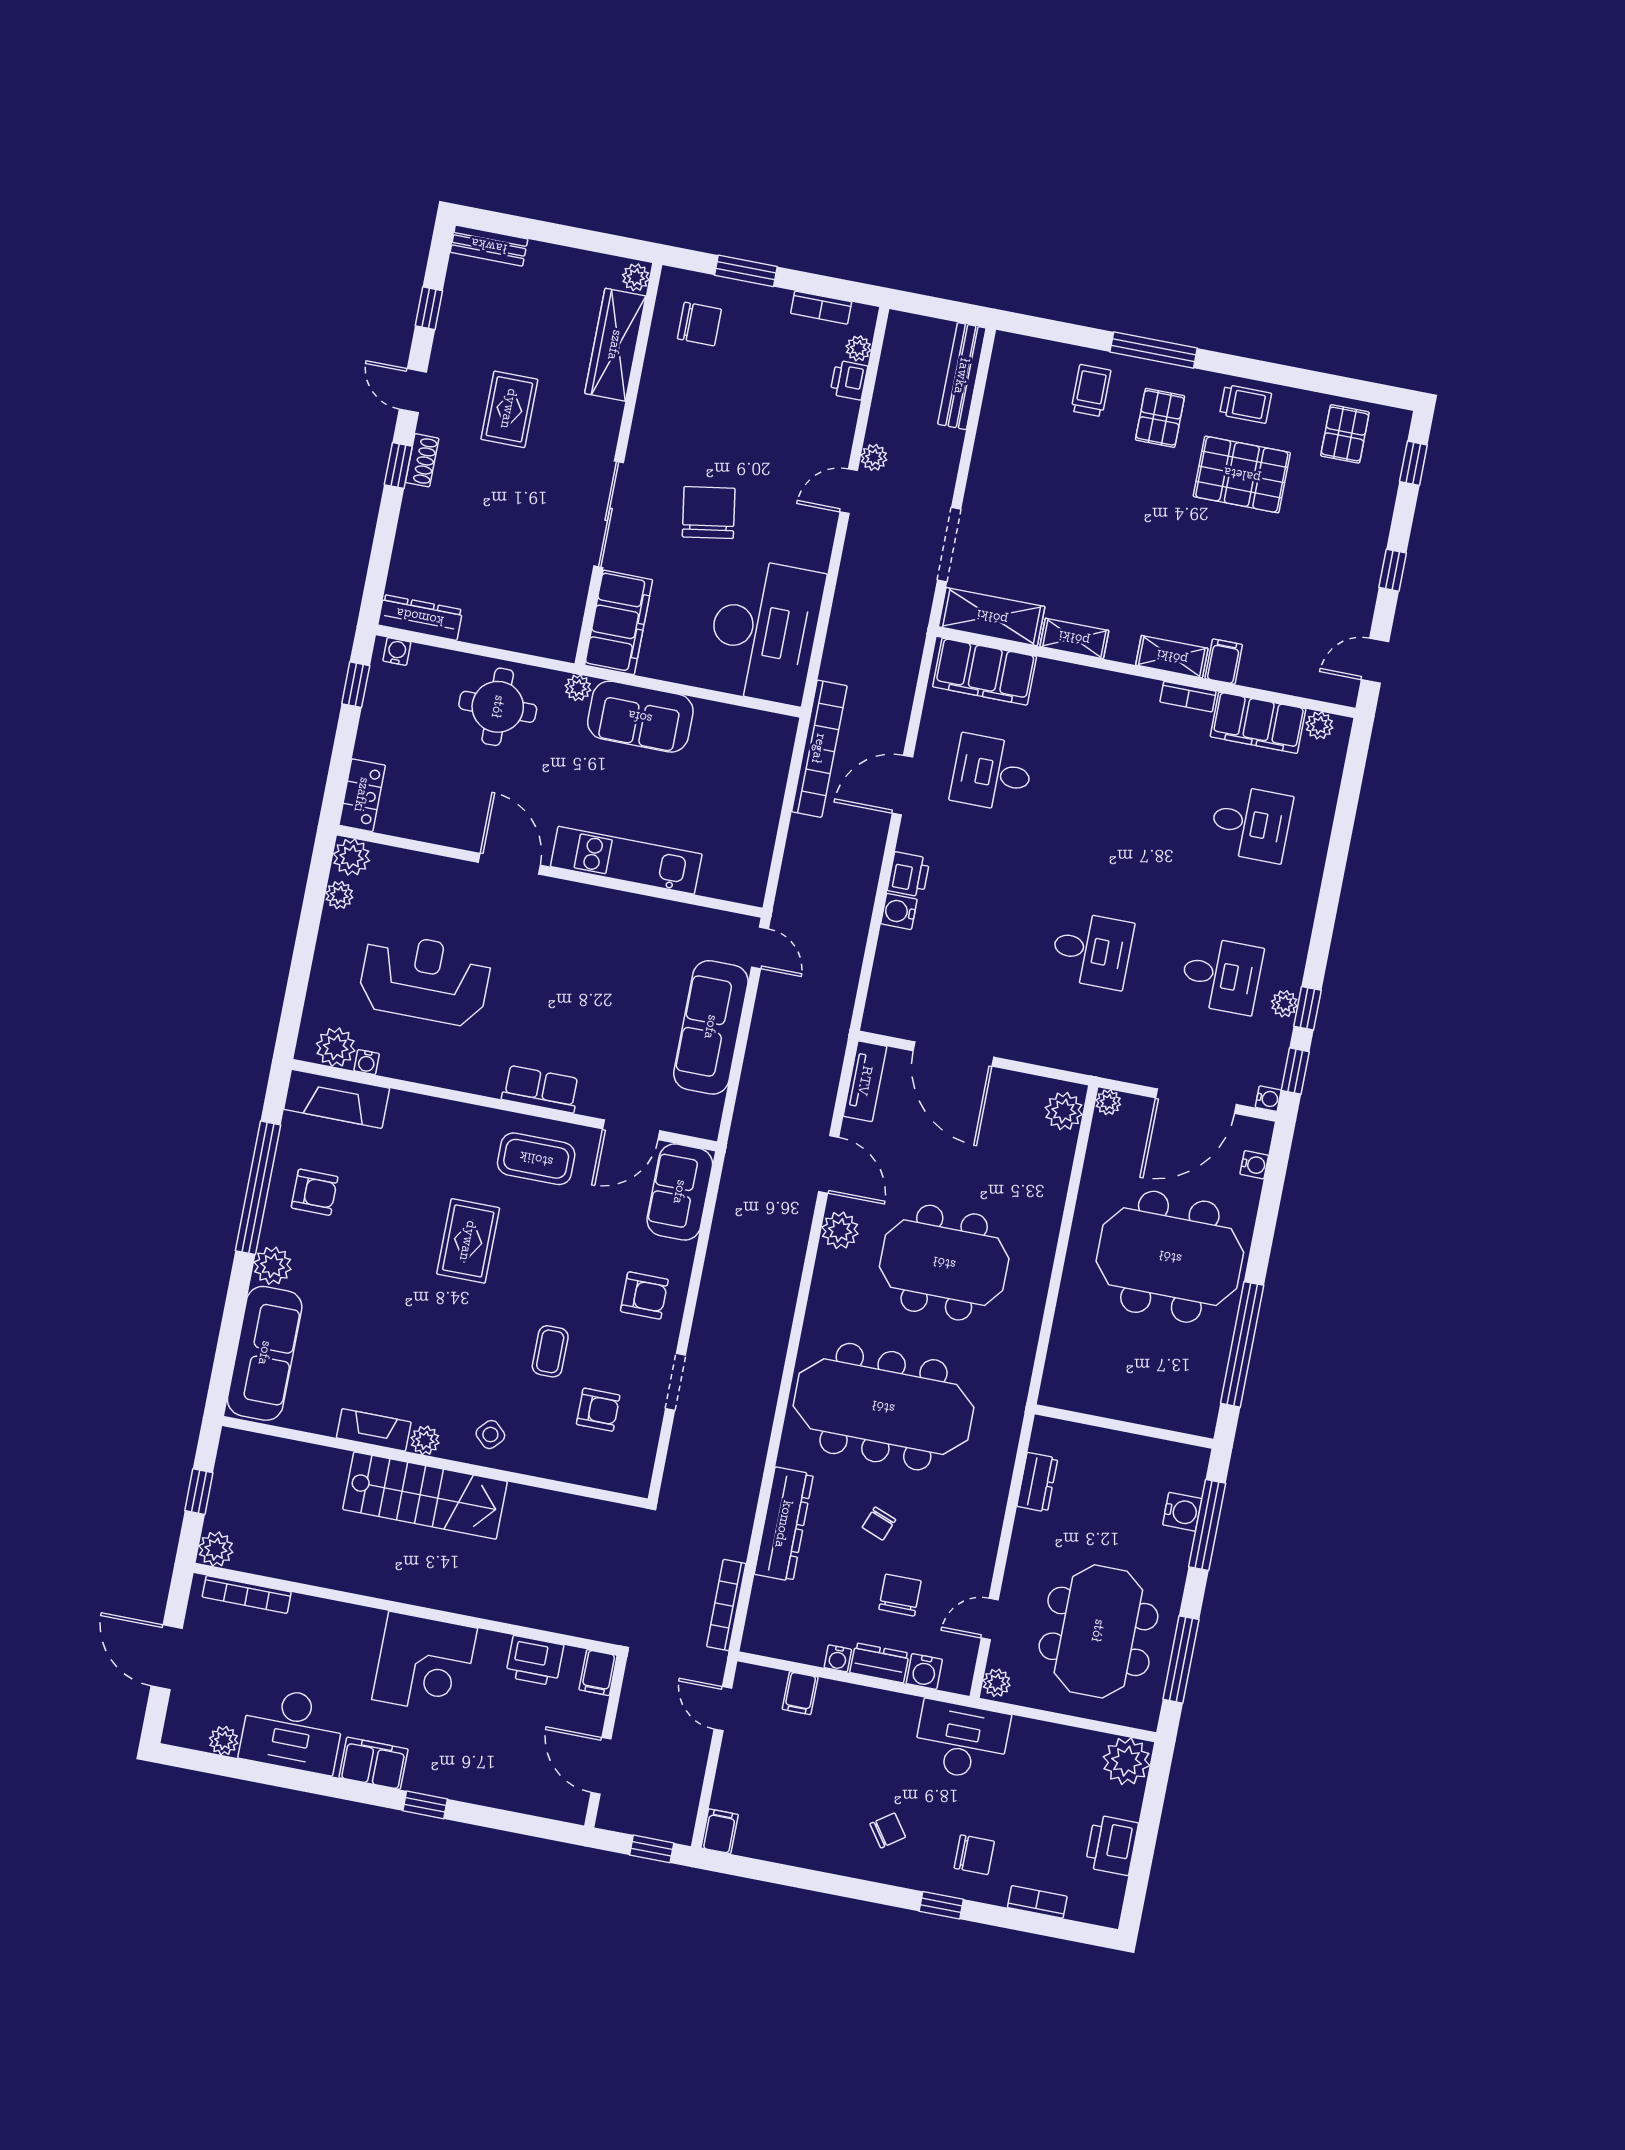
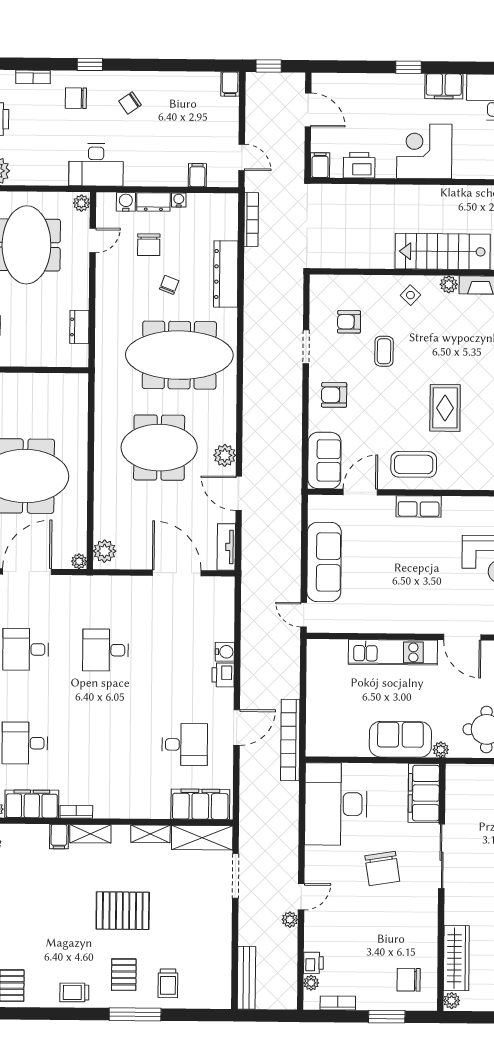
pallet: (1242, 475) -> (123, 911), moved

